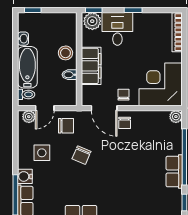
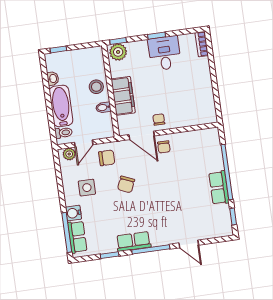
desk: (117, 29) -> (165, 53), moved
bookcase: (177, 32) -> (202, 44), width x0.64
corner desk: (161, 84) -> (194, 104), removed
plant: (176, 117) -> (213, 134), removed

